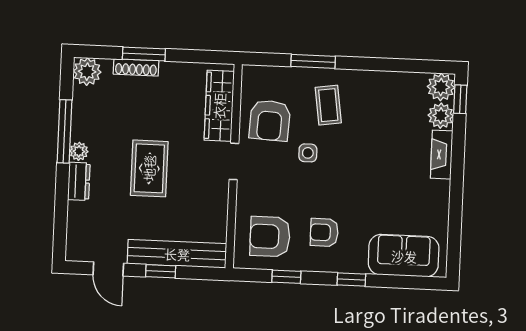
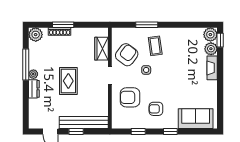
wardrobe: (219, 106) -> (101, 49), width x0.67
armchair: (270, 120) -> (127, 55), turned -146
armchair: (270, 237) -> (130, 97), moved

